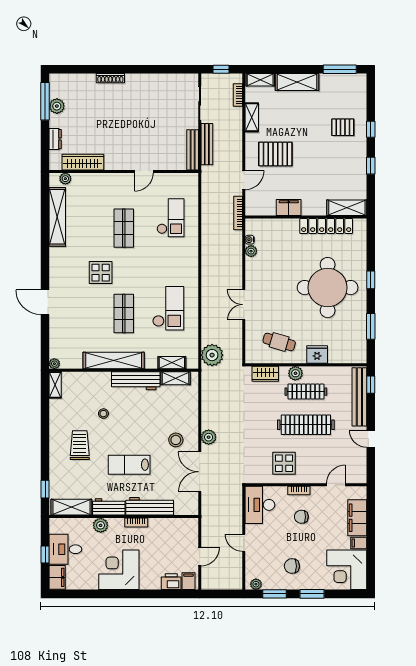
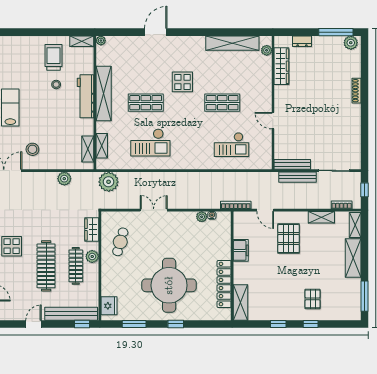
plant: (57, 106) -> (351, 43), moved
fridge: (317, 354) -> (109, 306), moved
workbench: (136, 381) -> (86, 96), moved
plant: (209, 437) -> (64, 179), moved
trolley: (80, 445) -> (53, 57), moved, turned -90

